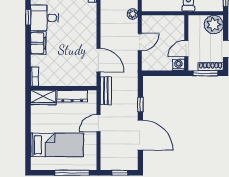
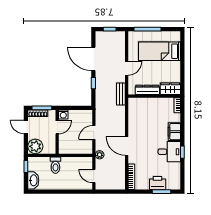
door: (98, 60) -> (127, 146), moved

